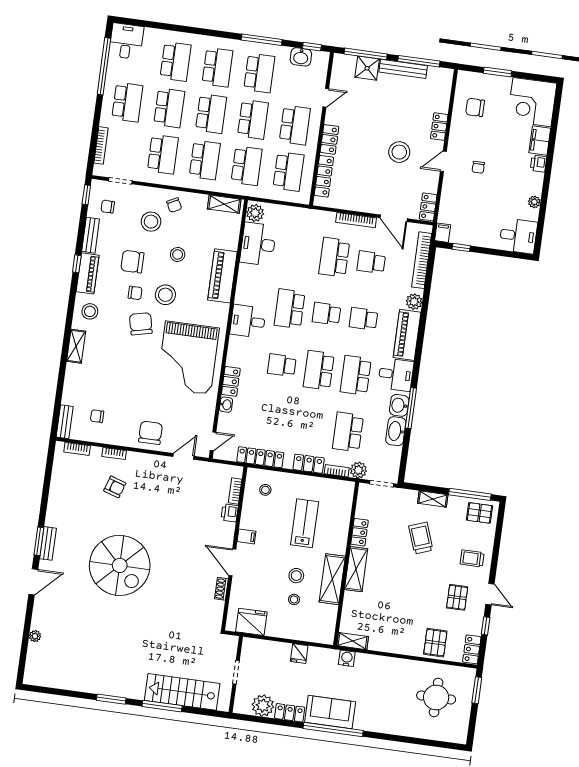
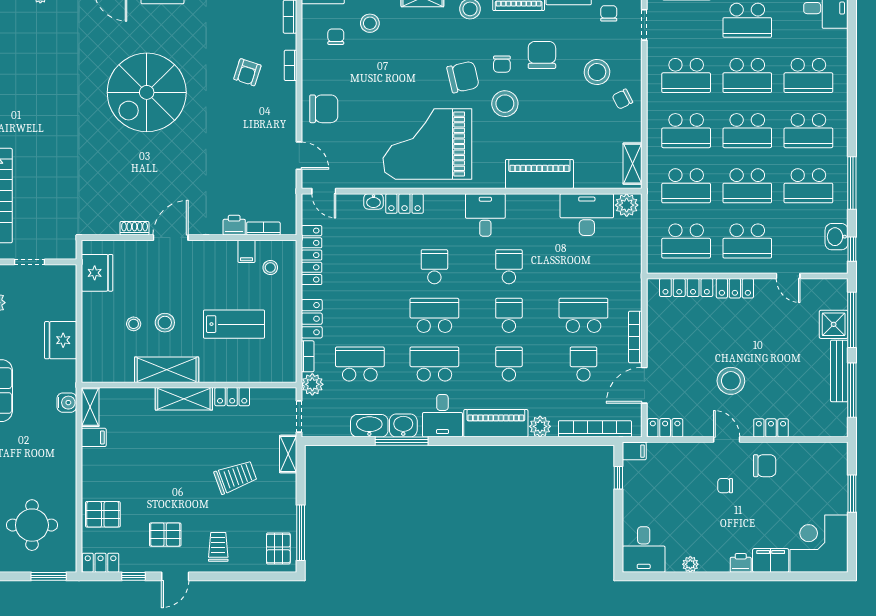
chair: (475, 107) -> (765, 466), moved, turned 90
stool: (178, 254) -> (370, 23), moved
school desk: (290, 309) -> (509, 267), width x0.54
shelving: (433, 499) -> (288, 454), moved
filing cabinet: (247, 536) -> (246, 251), moved
filing cabinet: (376, 642) -> (94, 437), added
fridge: (299, 653) -> (61, 340), width x1.88, depth x1.34

